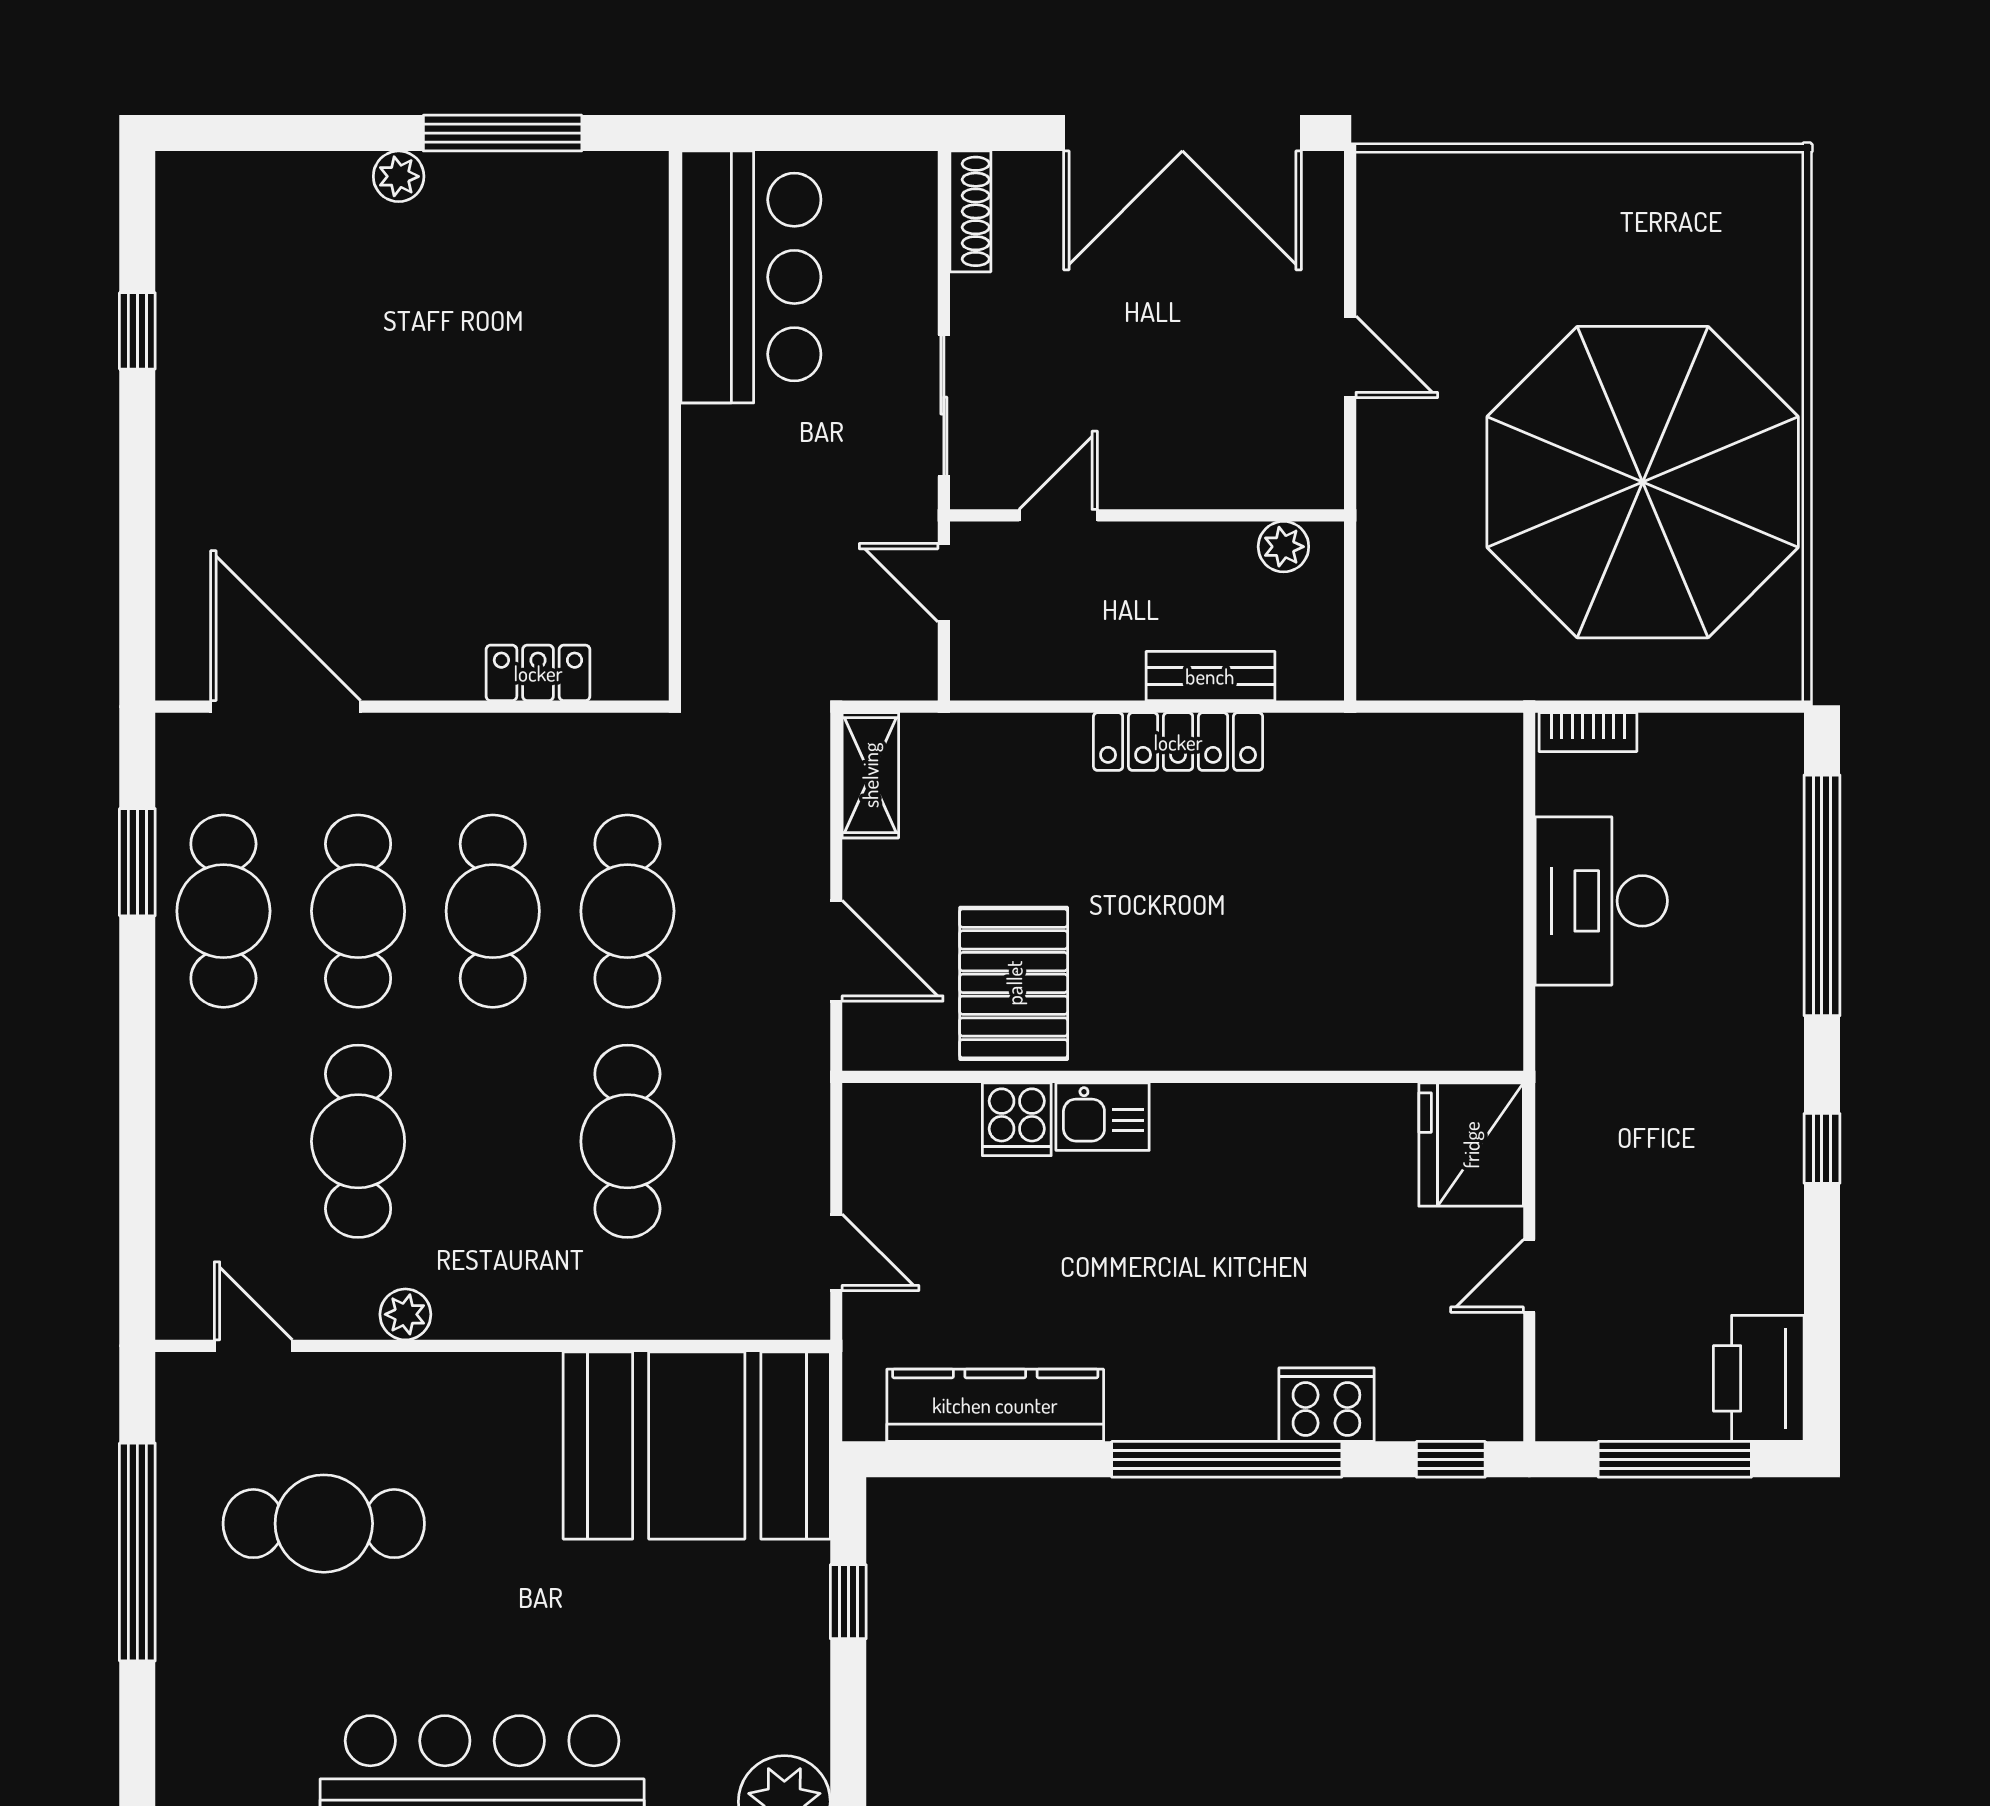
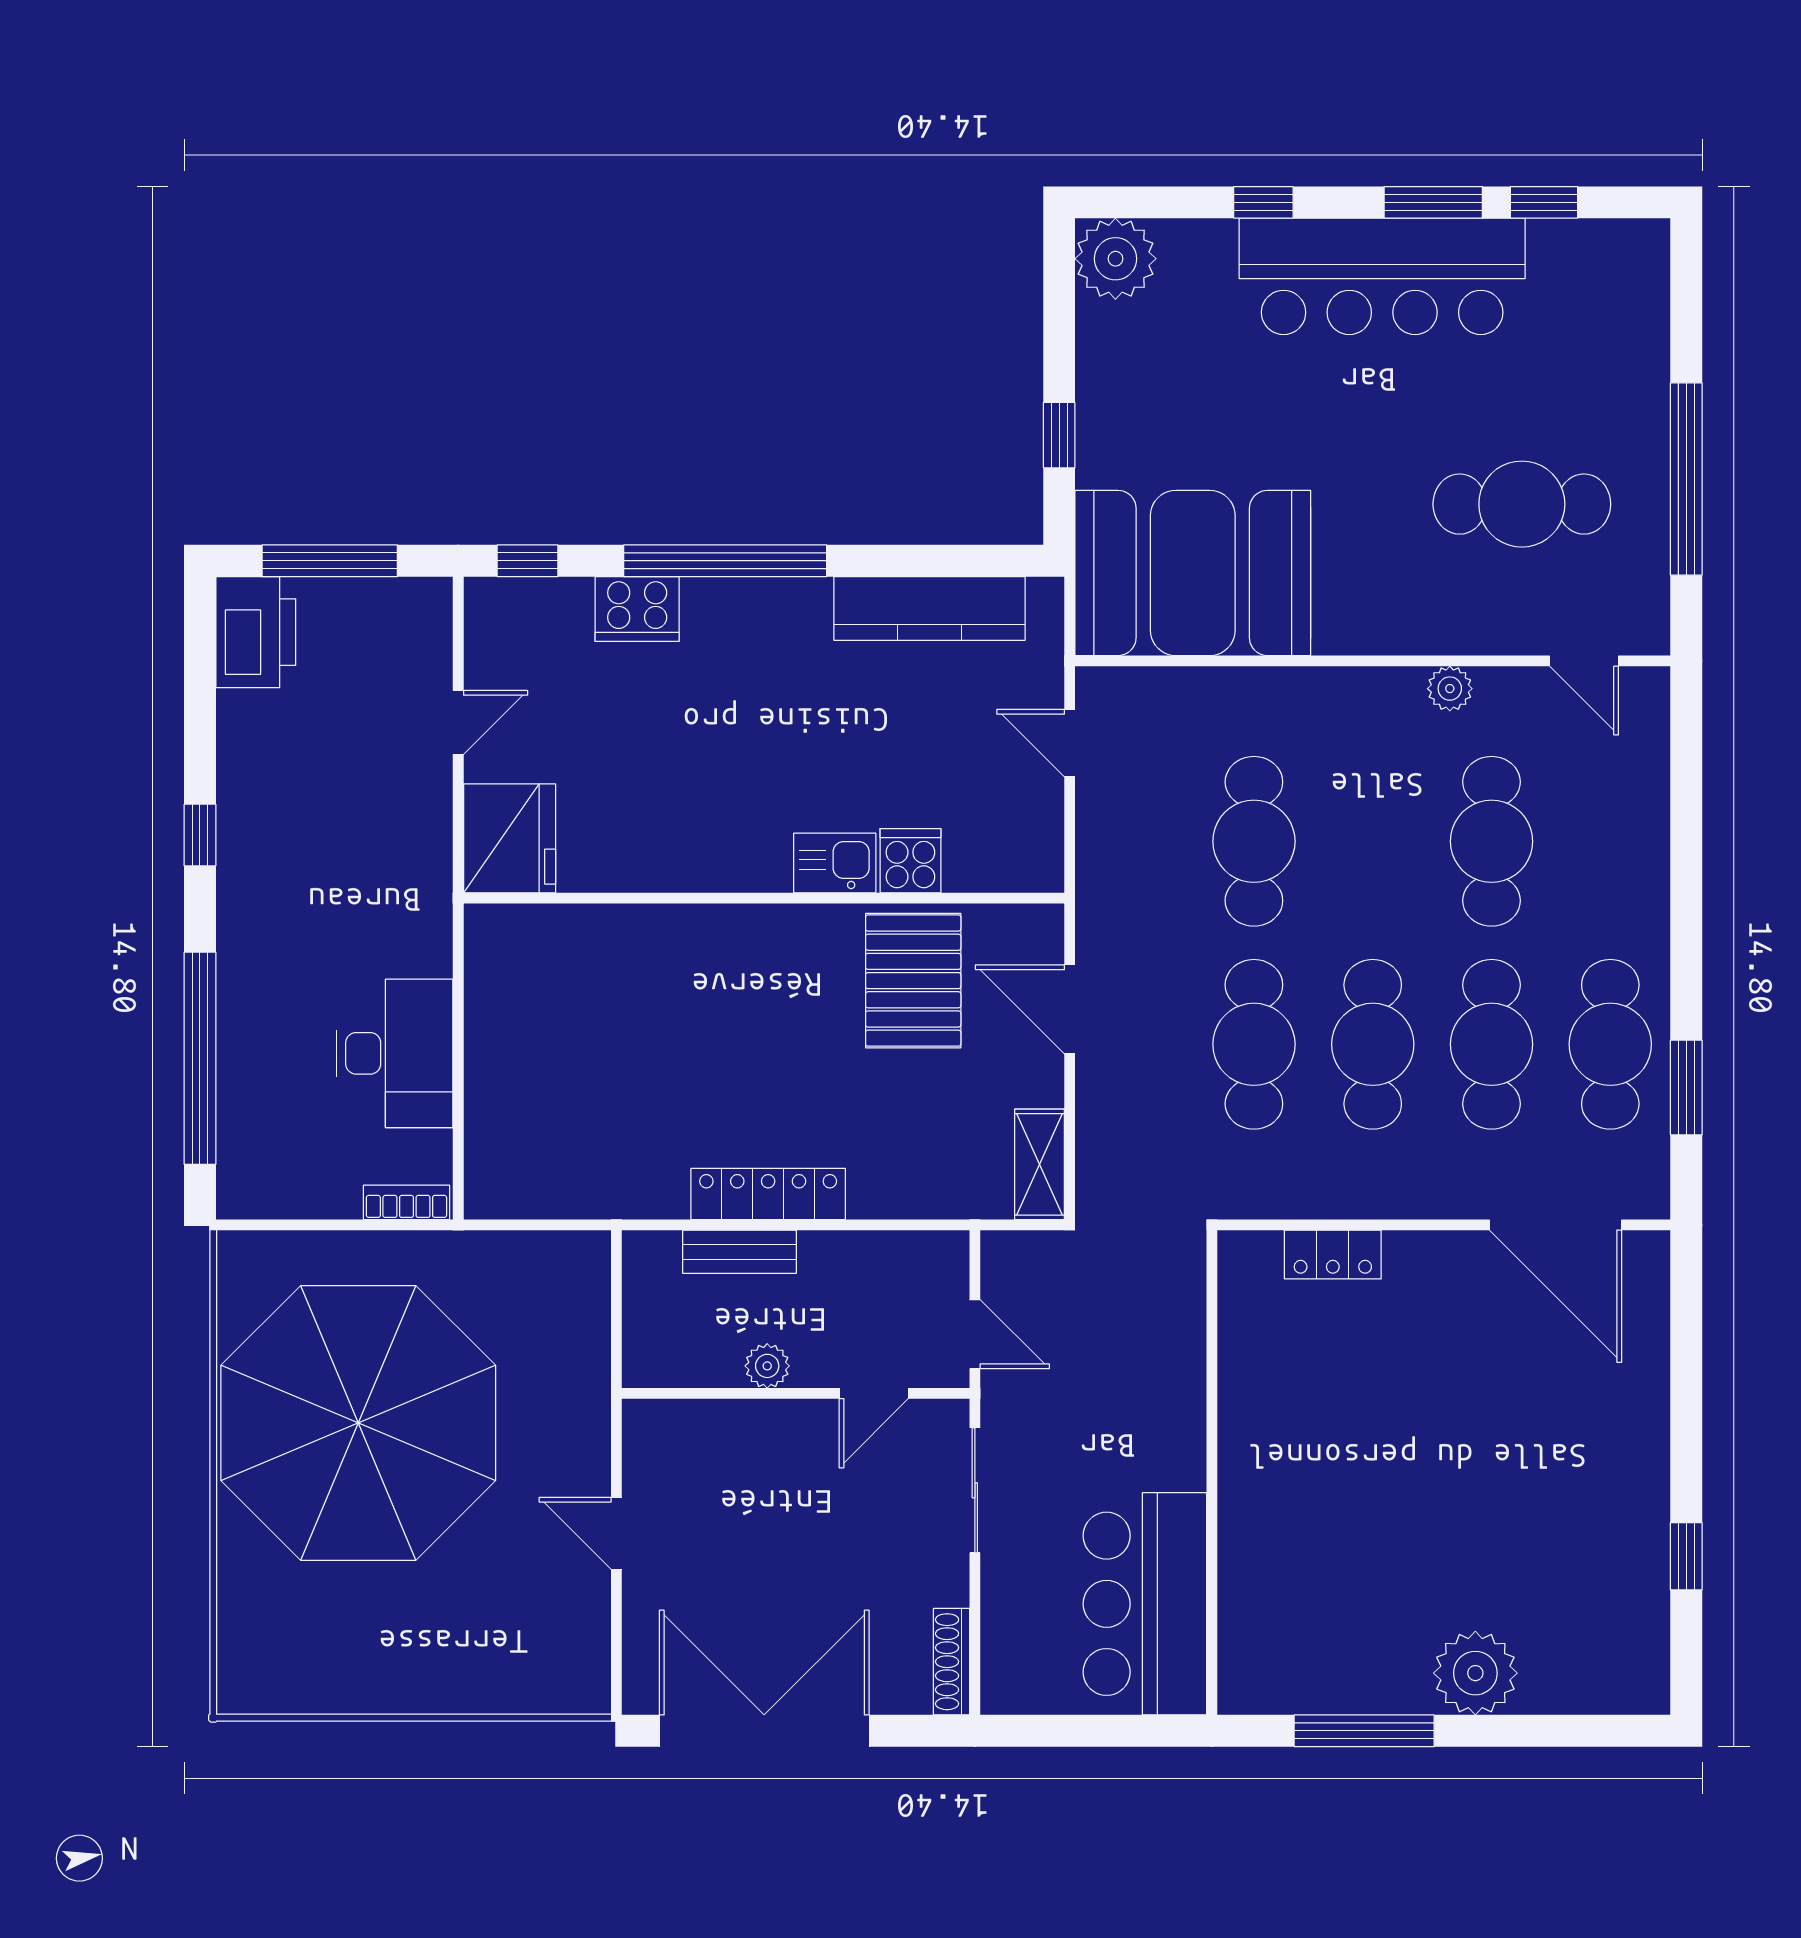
plant: (399, 176) -> (1475, 1673), width x1.87, depth x1.87
plant: (1283, 547) -> (767, 1366), moved

